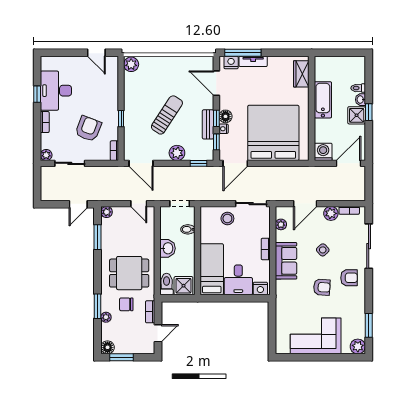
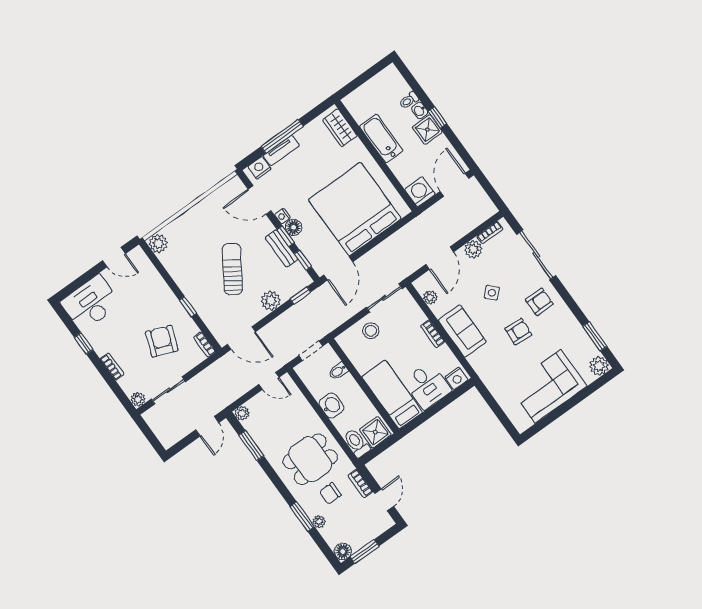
window: (243, 53) -> (282, 136), moved
desk: (56, 91) -> (91, 303), moved, turned 90
nightstand: (224, 129) -> (282, 216), moved

